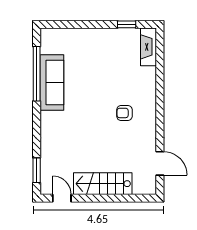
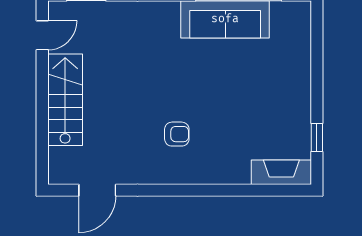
armchair: (124, 113) -> (177, 134), turned 90

